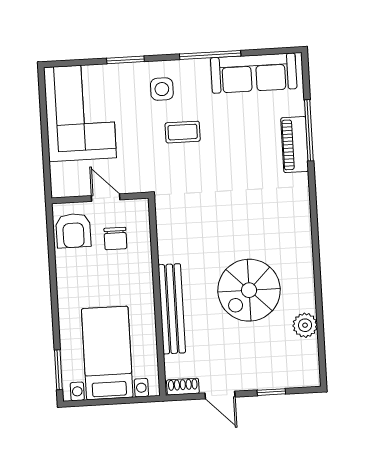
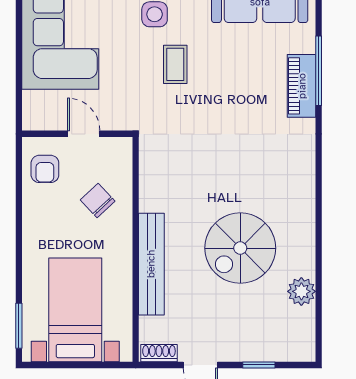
coffee table: (183, 132) -> (175, 64), turned 90
armchair: (73, 231) -> (45, 169), width x0.72, depth x0.72
chair: (115, 239) -> (98, 201), moved, turned 137

